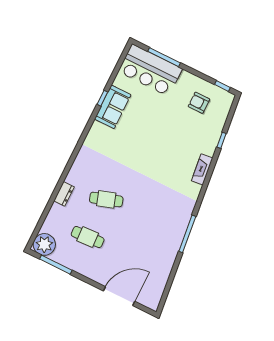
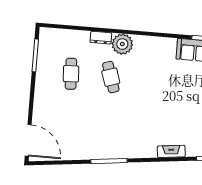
plant: (44, 244) -> (122, 44), moved
door: (119, 296) -> (28, 140), moved

